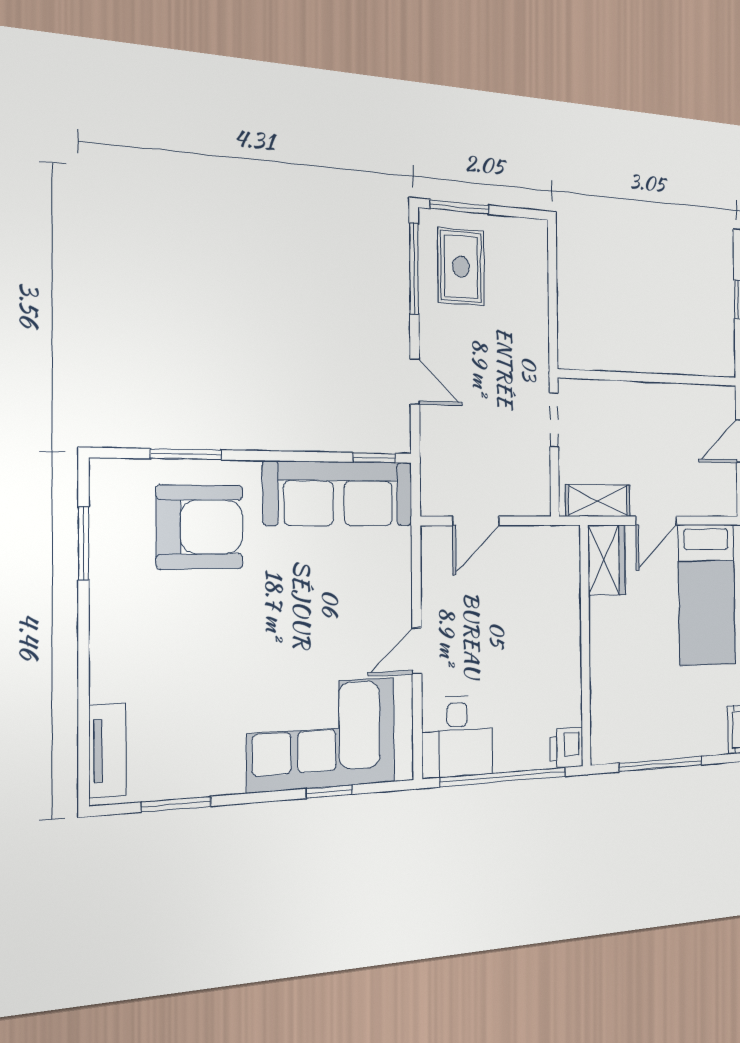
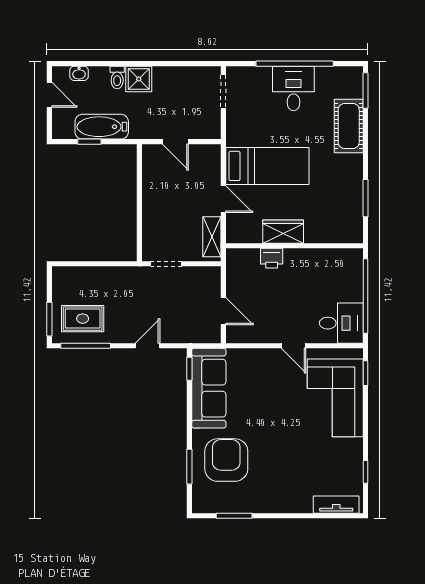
wardrobe: (607, 560) -> (283, 232), moved
printer: (566, 748) -> (272, 258), moved
window: (661, 764) -> (365, 198), width x0.69
window: (329, 791) -> (365, 373), moved
window: (176, 804) -> (365, 472), width x0.67

